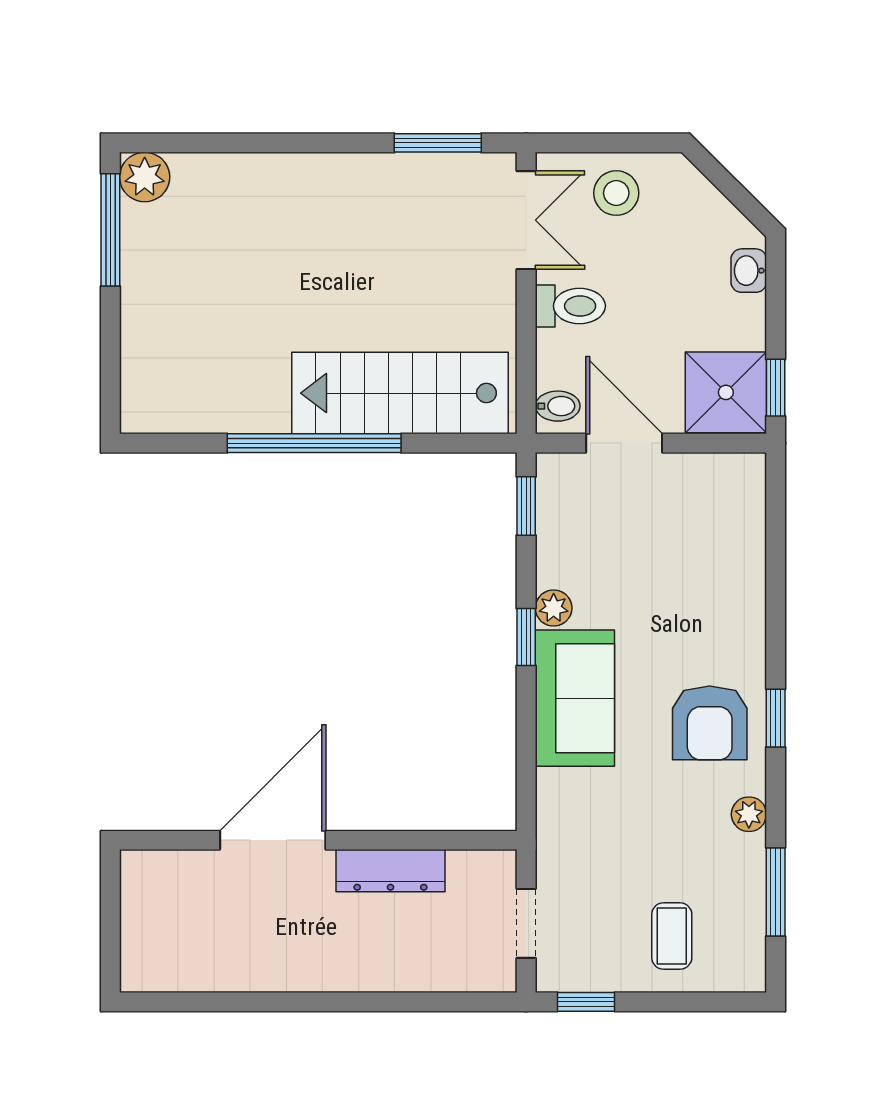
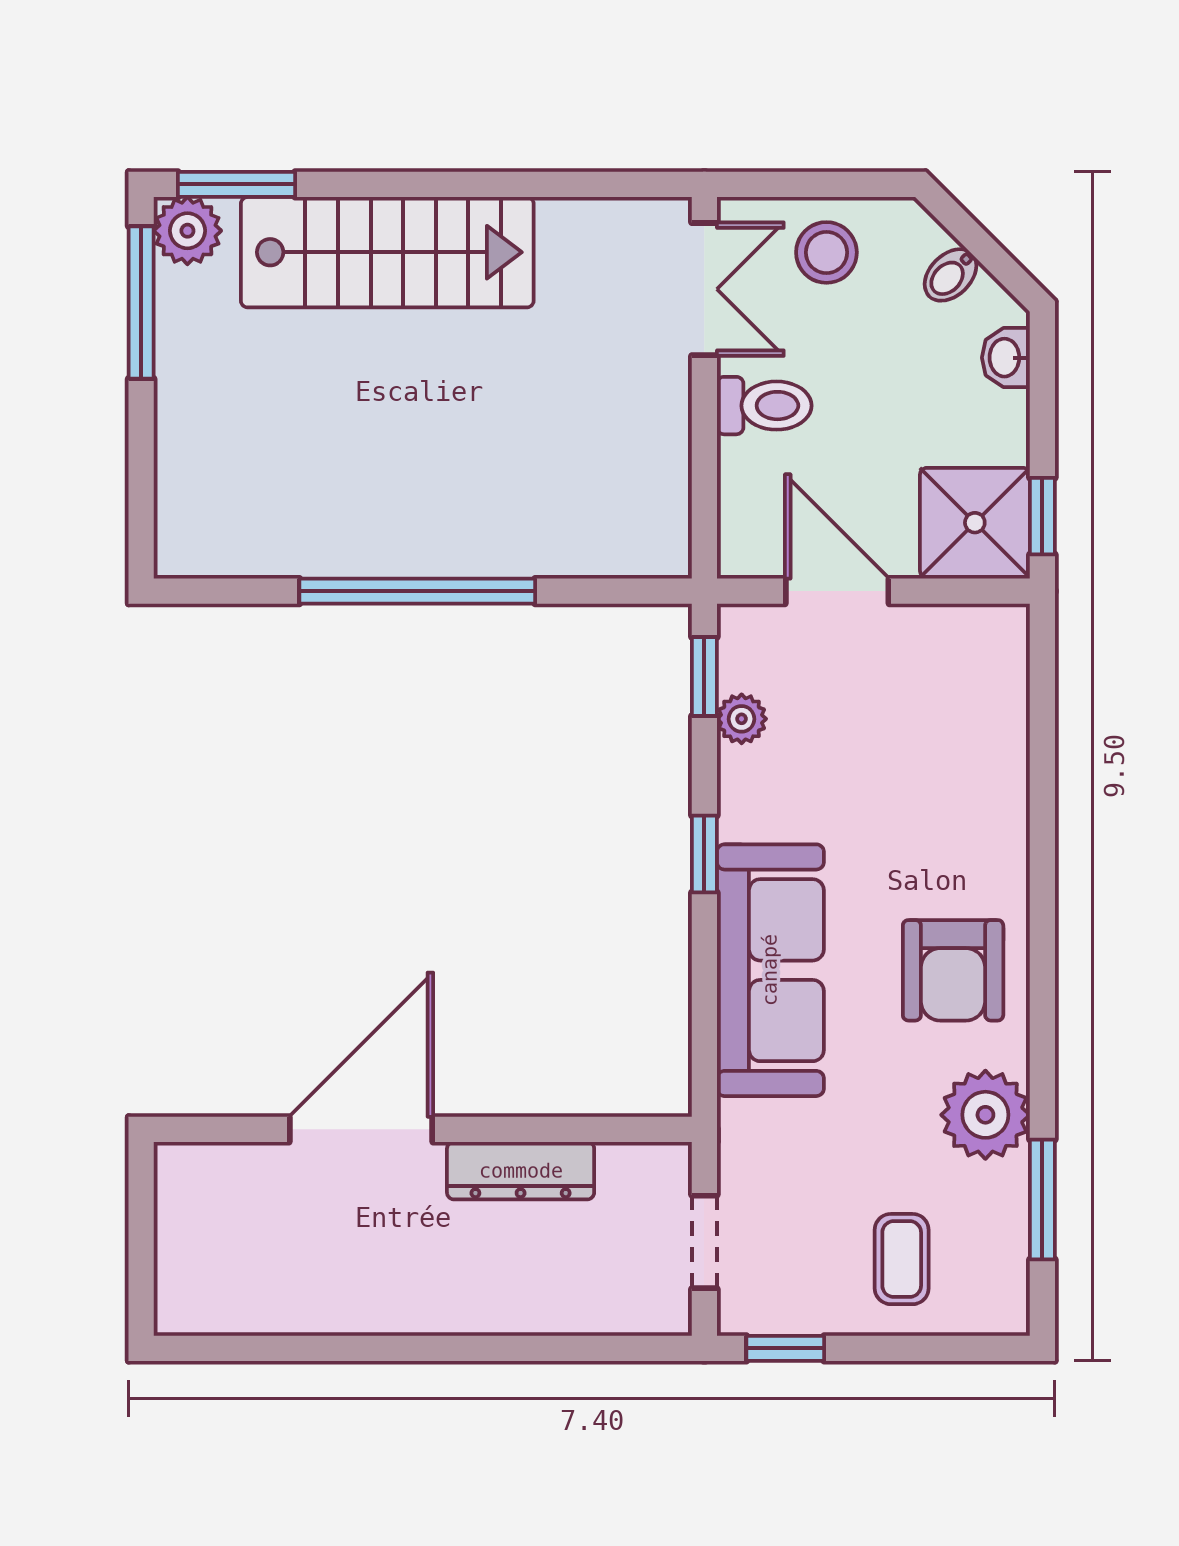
window: (438, 143) -> (236, 184), moved
stairs: (400, 393) -> (387, 252), moved, turned 180
bidet: (558, 406) -> (951, 275), moved, turned 135
plant: (554, 608) -> (742, 719), moved
sofa: (575, 698) -> (770, 970), width x1.36
window: (776, 718) -> (1042, 964), removed
plant: (749, 814) -> (985, 1115), width x1.88, depth x1.88

